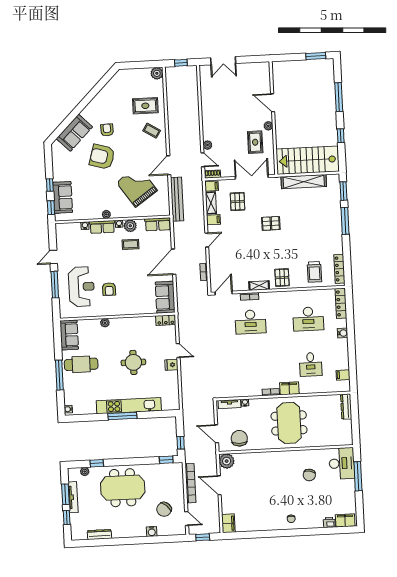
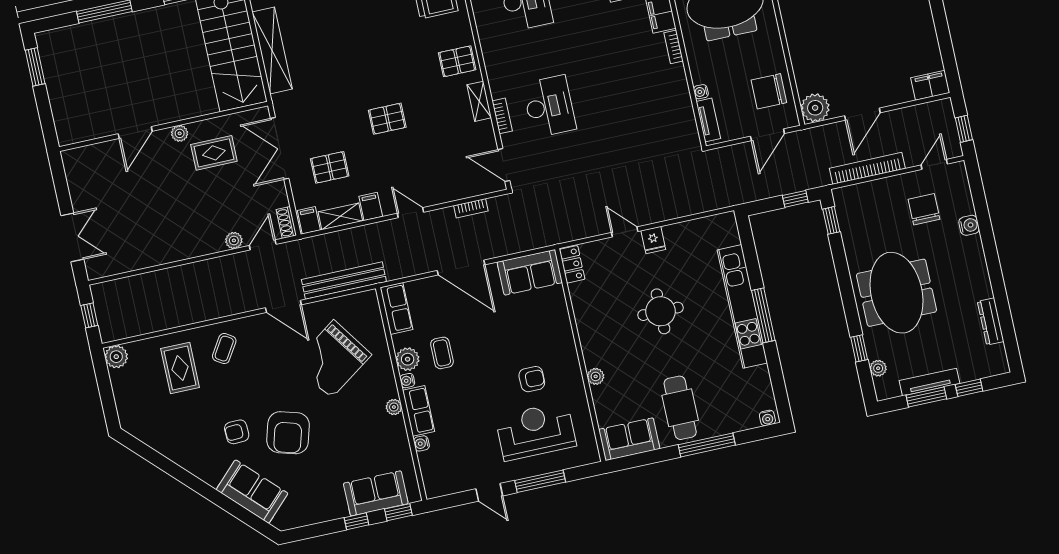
pallet: (271, 223) -> (387, 119), moved, turned 90
door: (178, 351) -> (625, 232), hinge flipped
chair: (164, 509) -> (924, 209), turned -132

